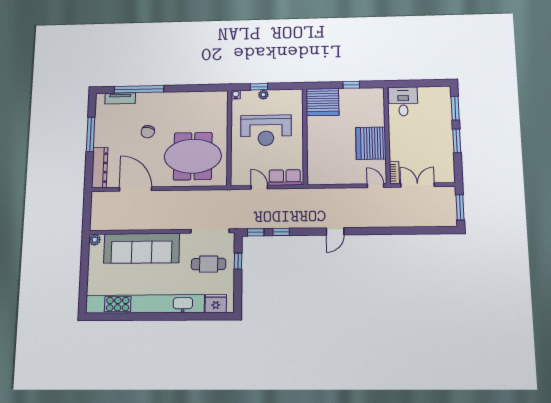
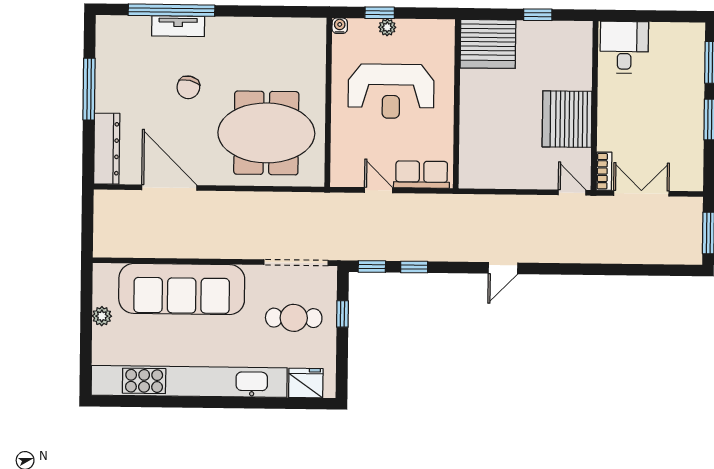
tv unit: (120, 98) -> (178, 26), moved
plant: (95, 240) -> (102, 316), moved

